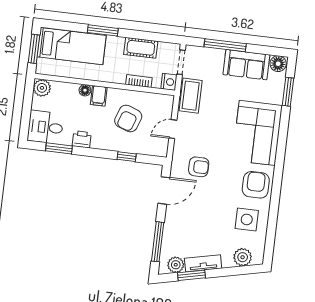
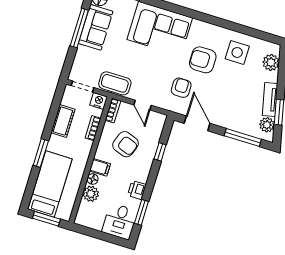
window: (225, 45) -> (79, 28), moved
plant: (42, 88) -> (91, 194), moved
bookcase: (162, 99) -> (113, 110), added
armchair: (256, 185) -> (203, 60), moved

